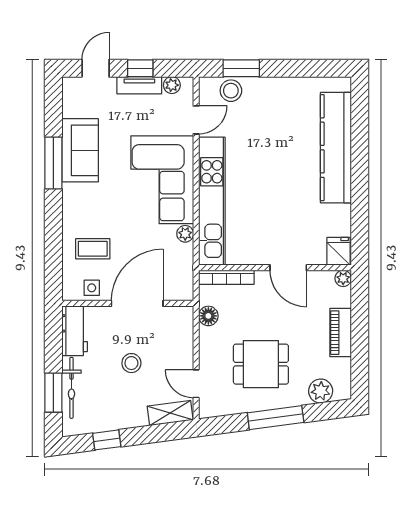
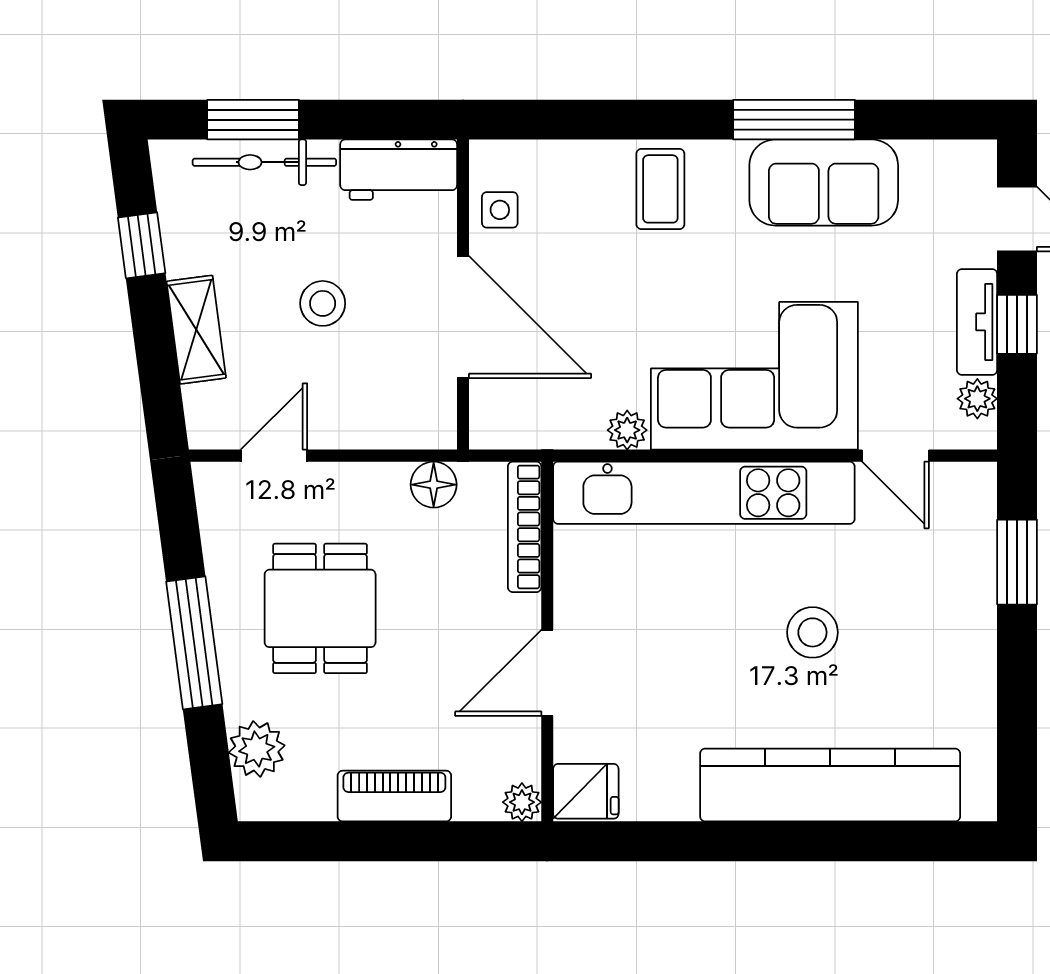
stool: (231, 91) -> (812, 632), moved
coffee table: (93, 249) -> (660, 189), moved
shelving: (170, 413) -> (196, 330), moved

